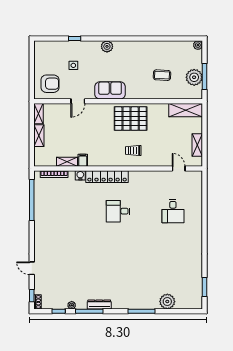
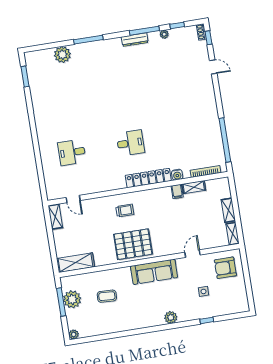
sofa: (110, 90) -> (154, 272), width x1.36
shelving: (197, 145) -> (55, 217), moved
desk: (173, 211) -> (72, 152), turned -90

